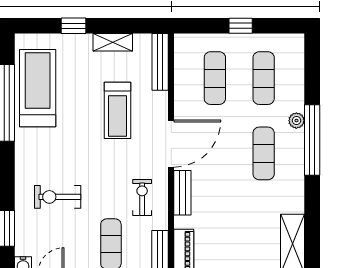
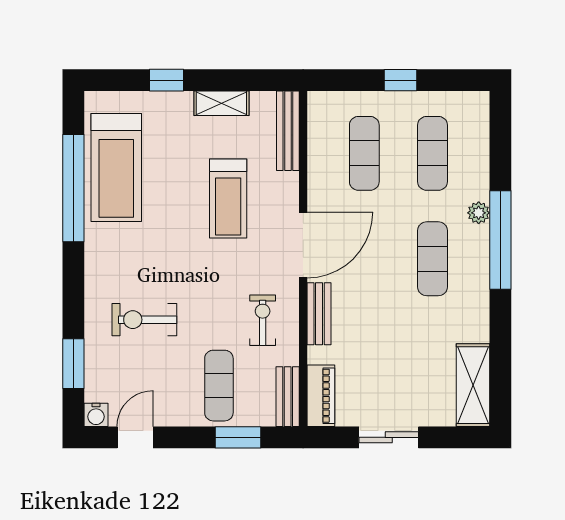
treadmill: (38, 88) -> (116, 167), turned 180

